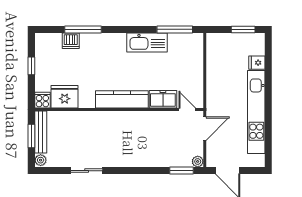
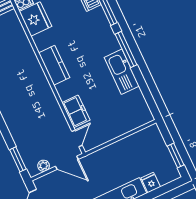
window: (175, 29) -> (126, 50), moved
kitchen counter: (122, 99) -> (54, 65), width x0.67
plant: (198, 161) -> (44, 166), moved

